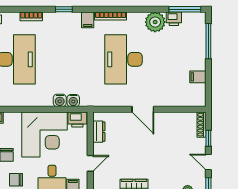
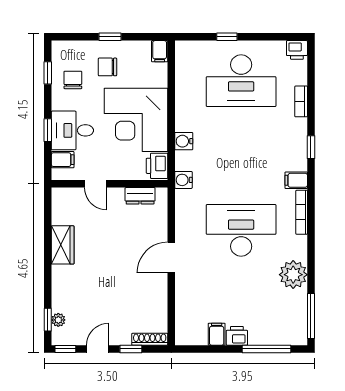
printer: (174, 19) -> (237, 336), moved, turned 90
water cooler: (73, 101) -> (183, 180), moved

